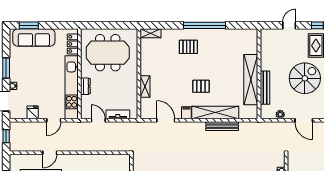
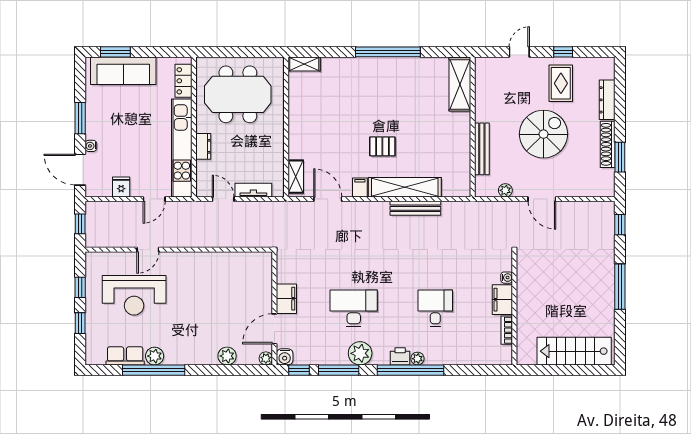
pallet: (188, 47) -> (363, 85), removed
shelving: (251, 80) -> (460, 84), moved, width x0.68
shelving: (145, 87) -> (296, 177), moved

